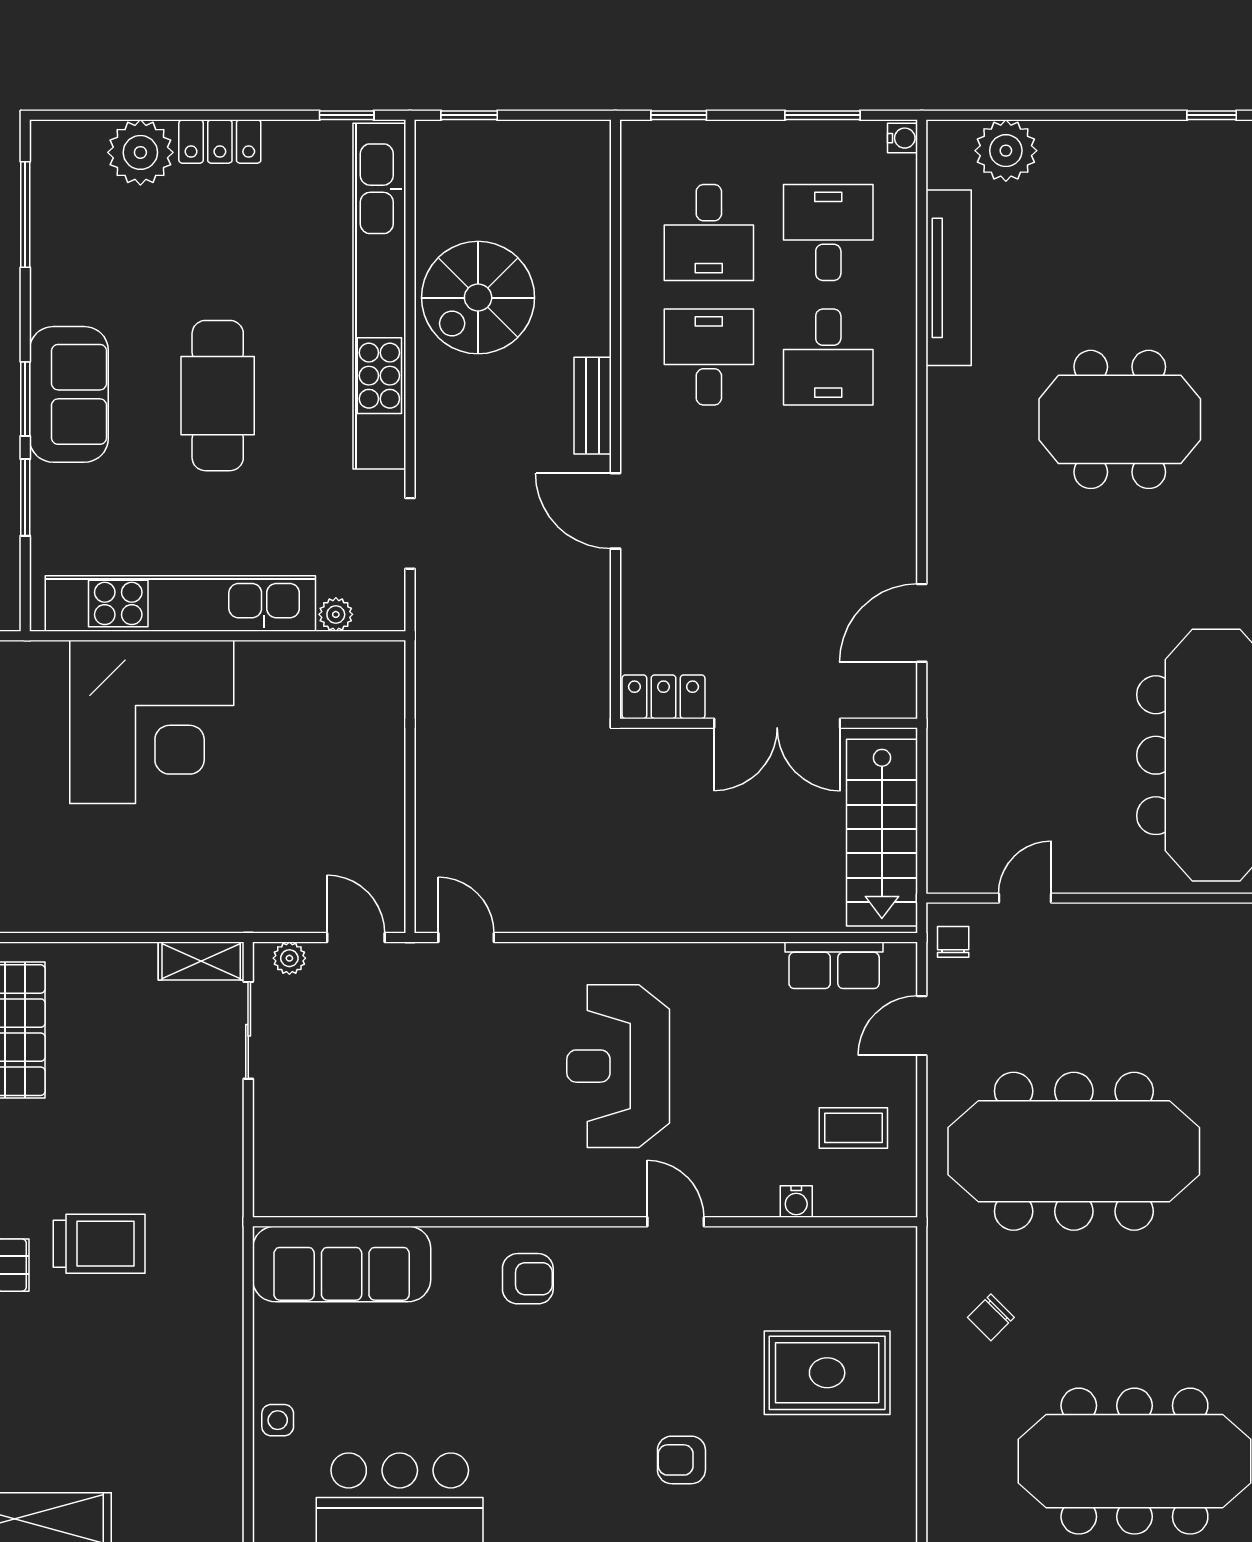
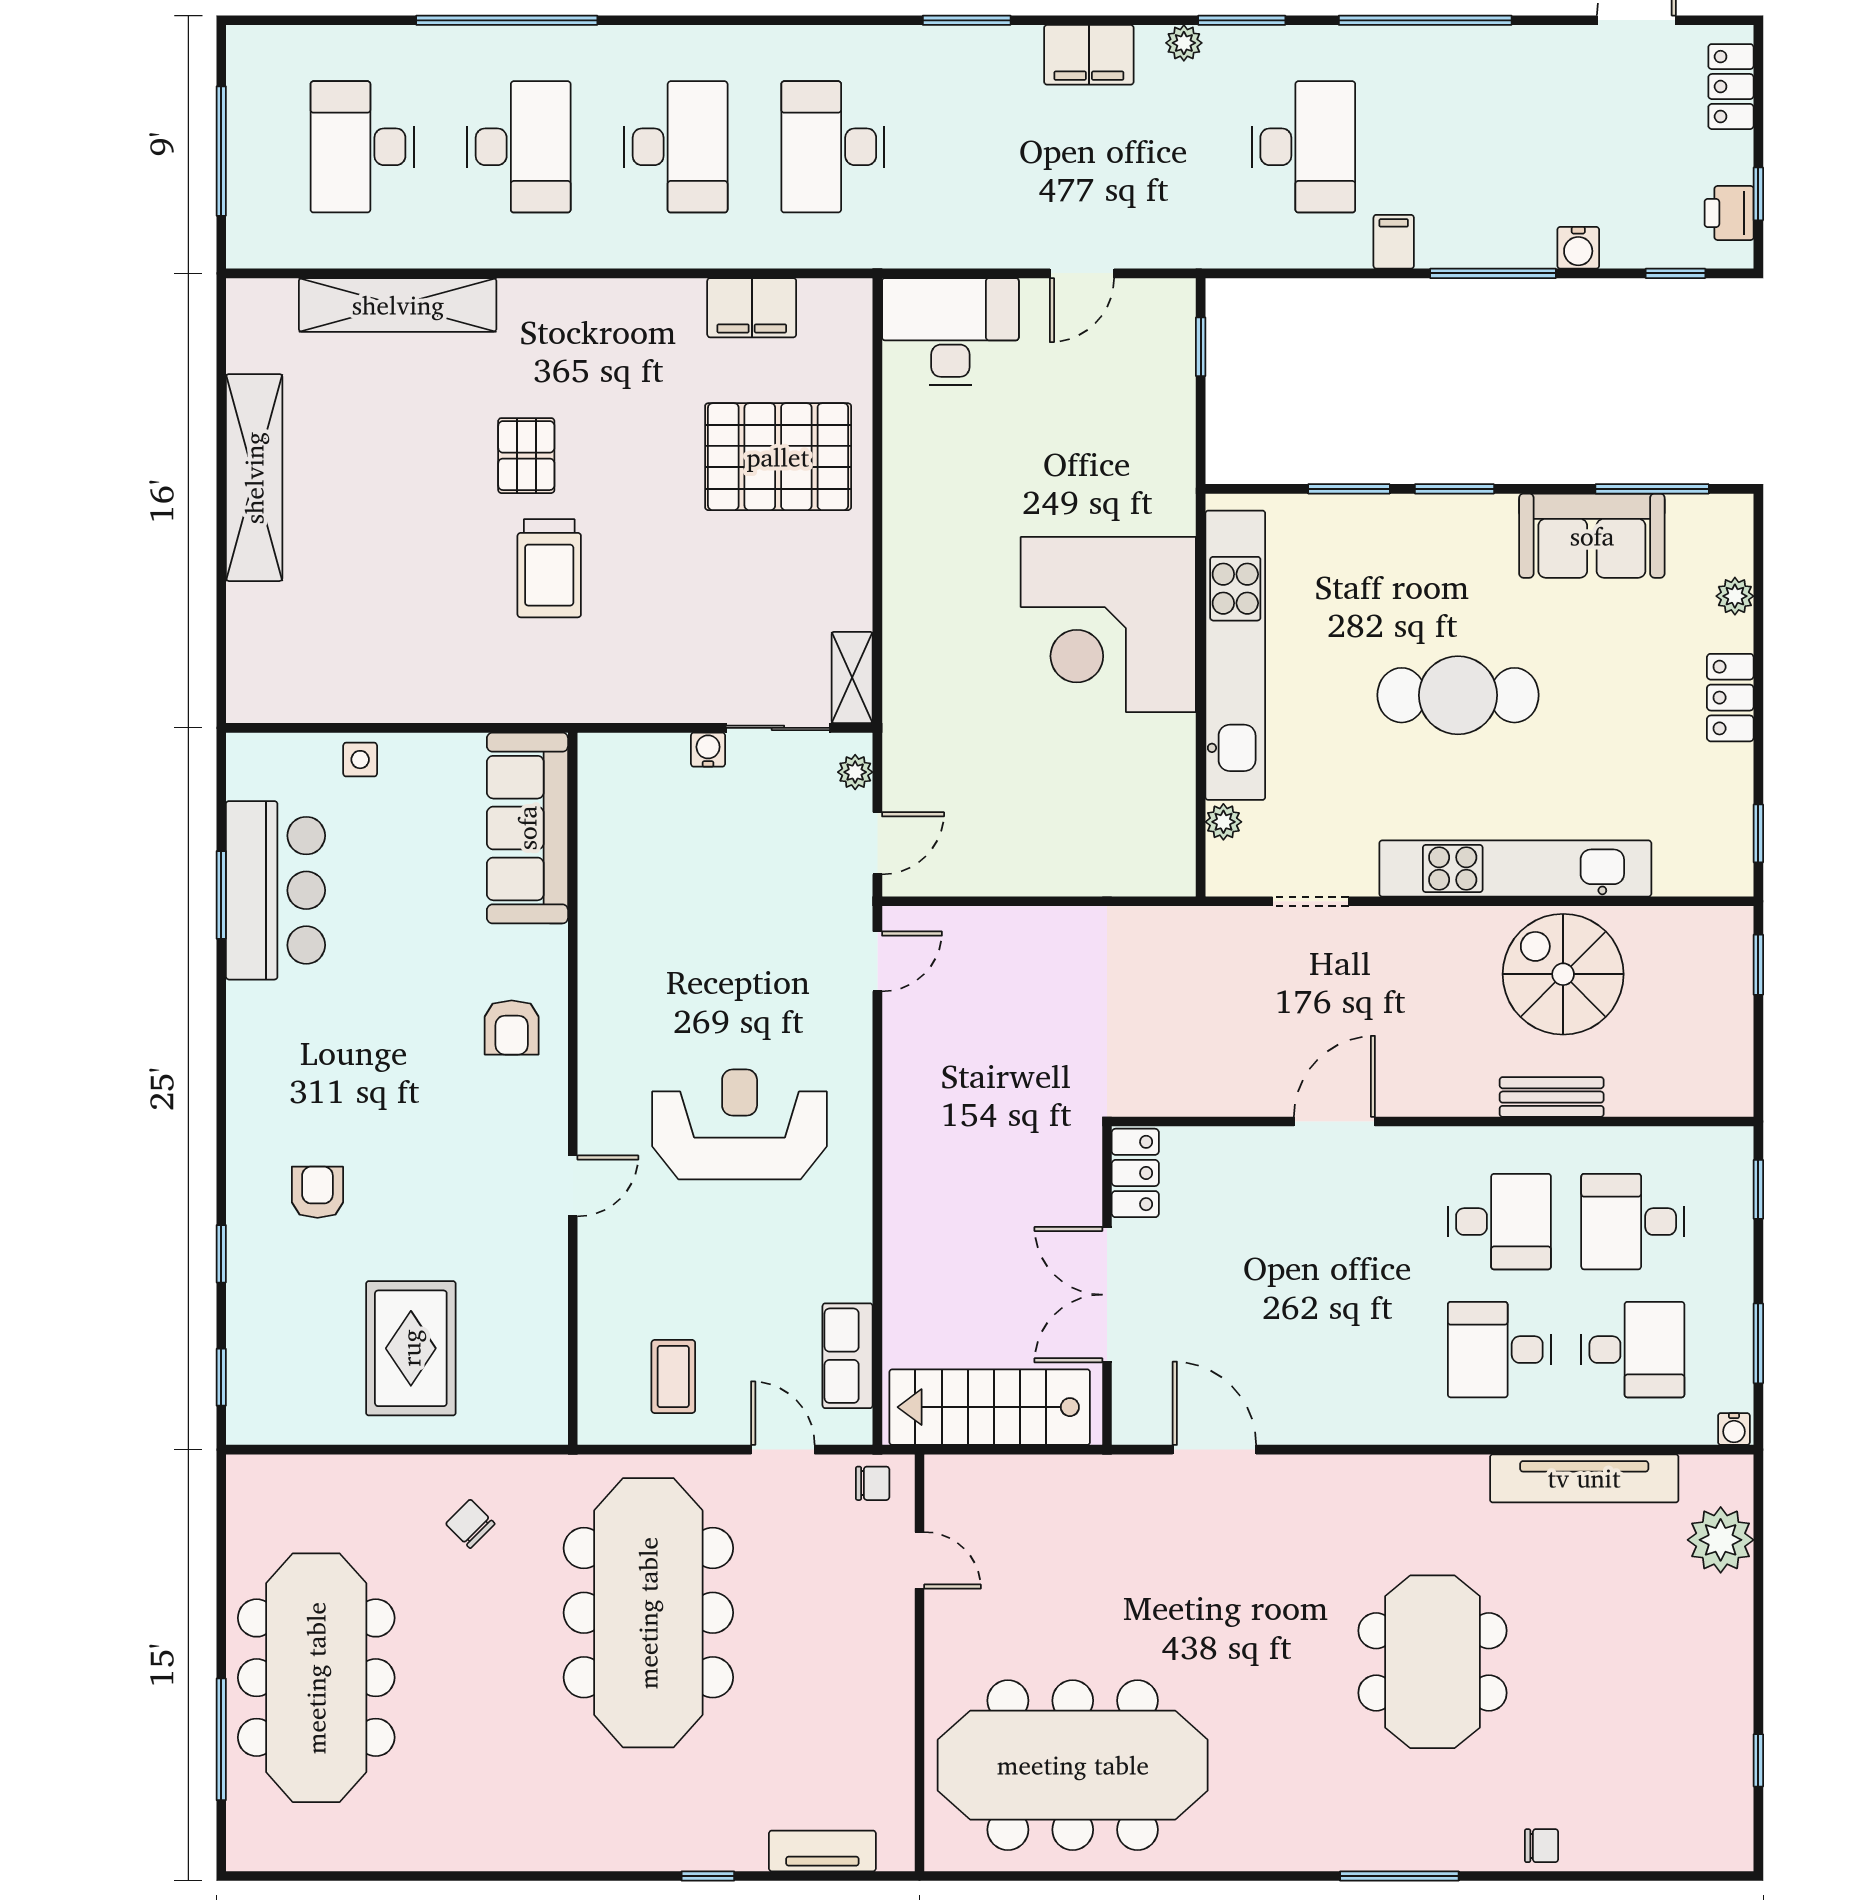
plant: (140, 152) -> (1735, 596), width x0.53, depth x0.53
kitchen unit: (379, 296) -> (1515, 869), width x0.73
sofa: (69, 394) -> (1592, 536), moved
bench: (593, 406) -> (1552, 1097), moved
water cooler: (796, 1201) -> (708, 750), moved, turned 90

